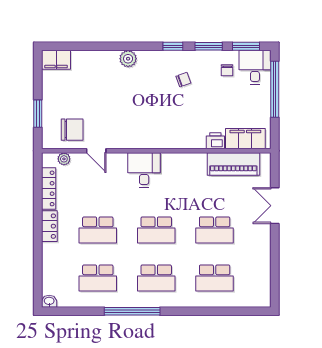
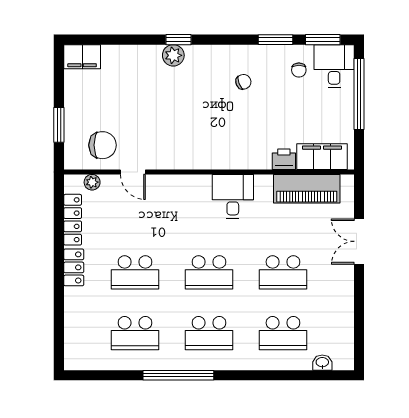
window: (173, 46) -> (179, 40), moved
desk: (144, 170) -> (233, 196), moved
washbasin: (49, 301) -> (322, 363), moved

